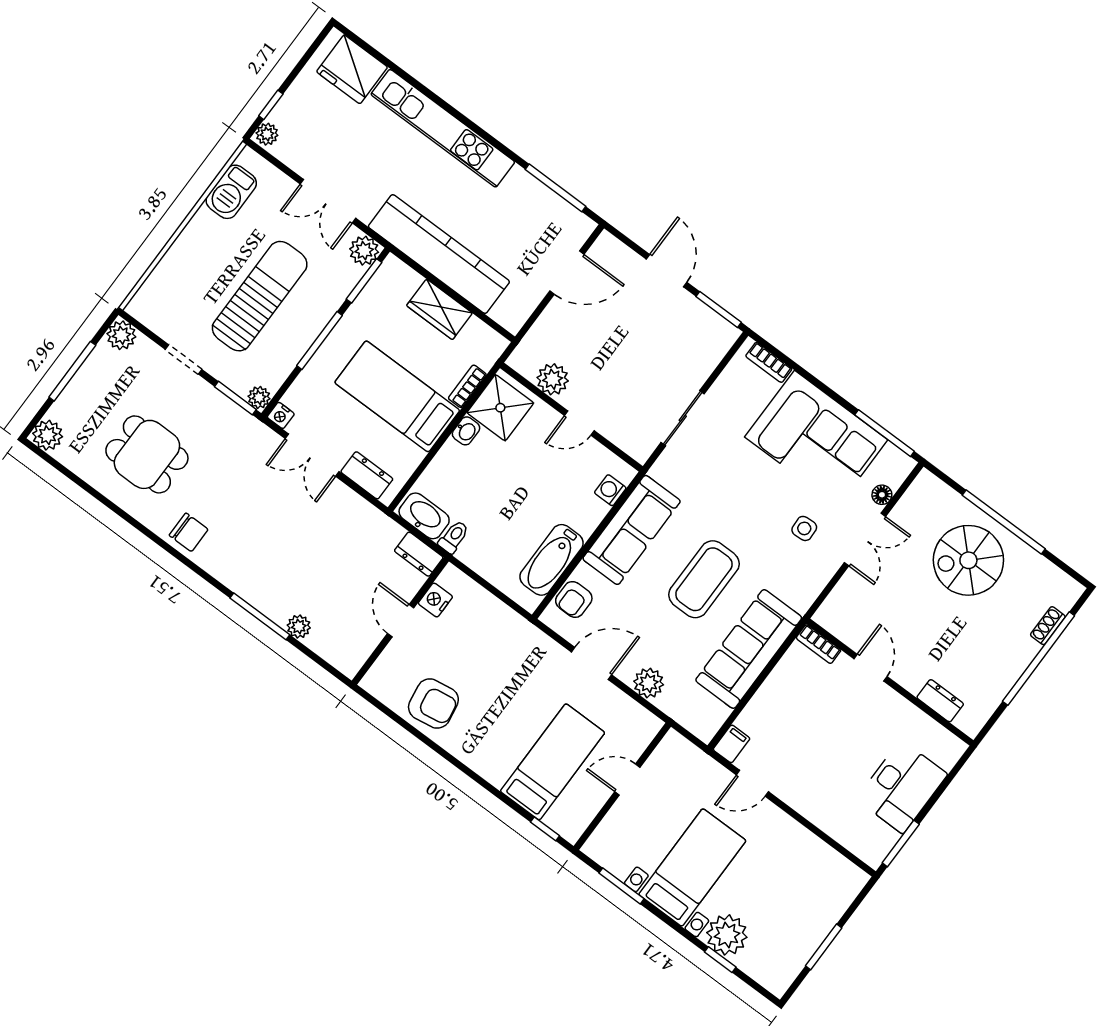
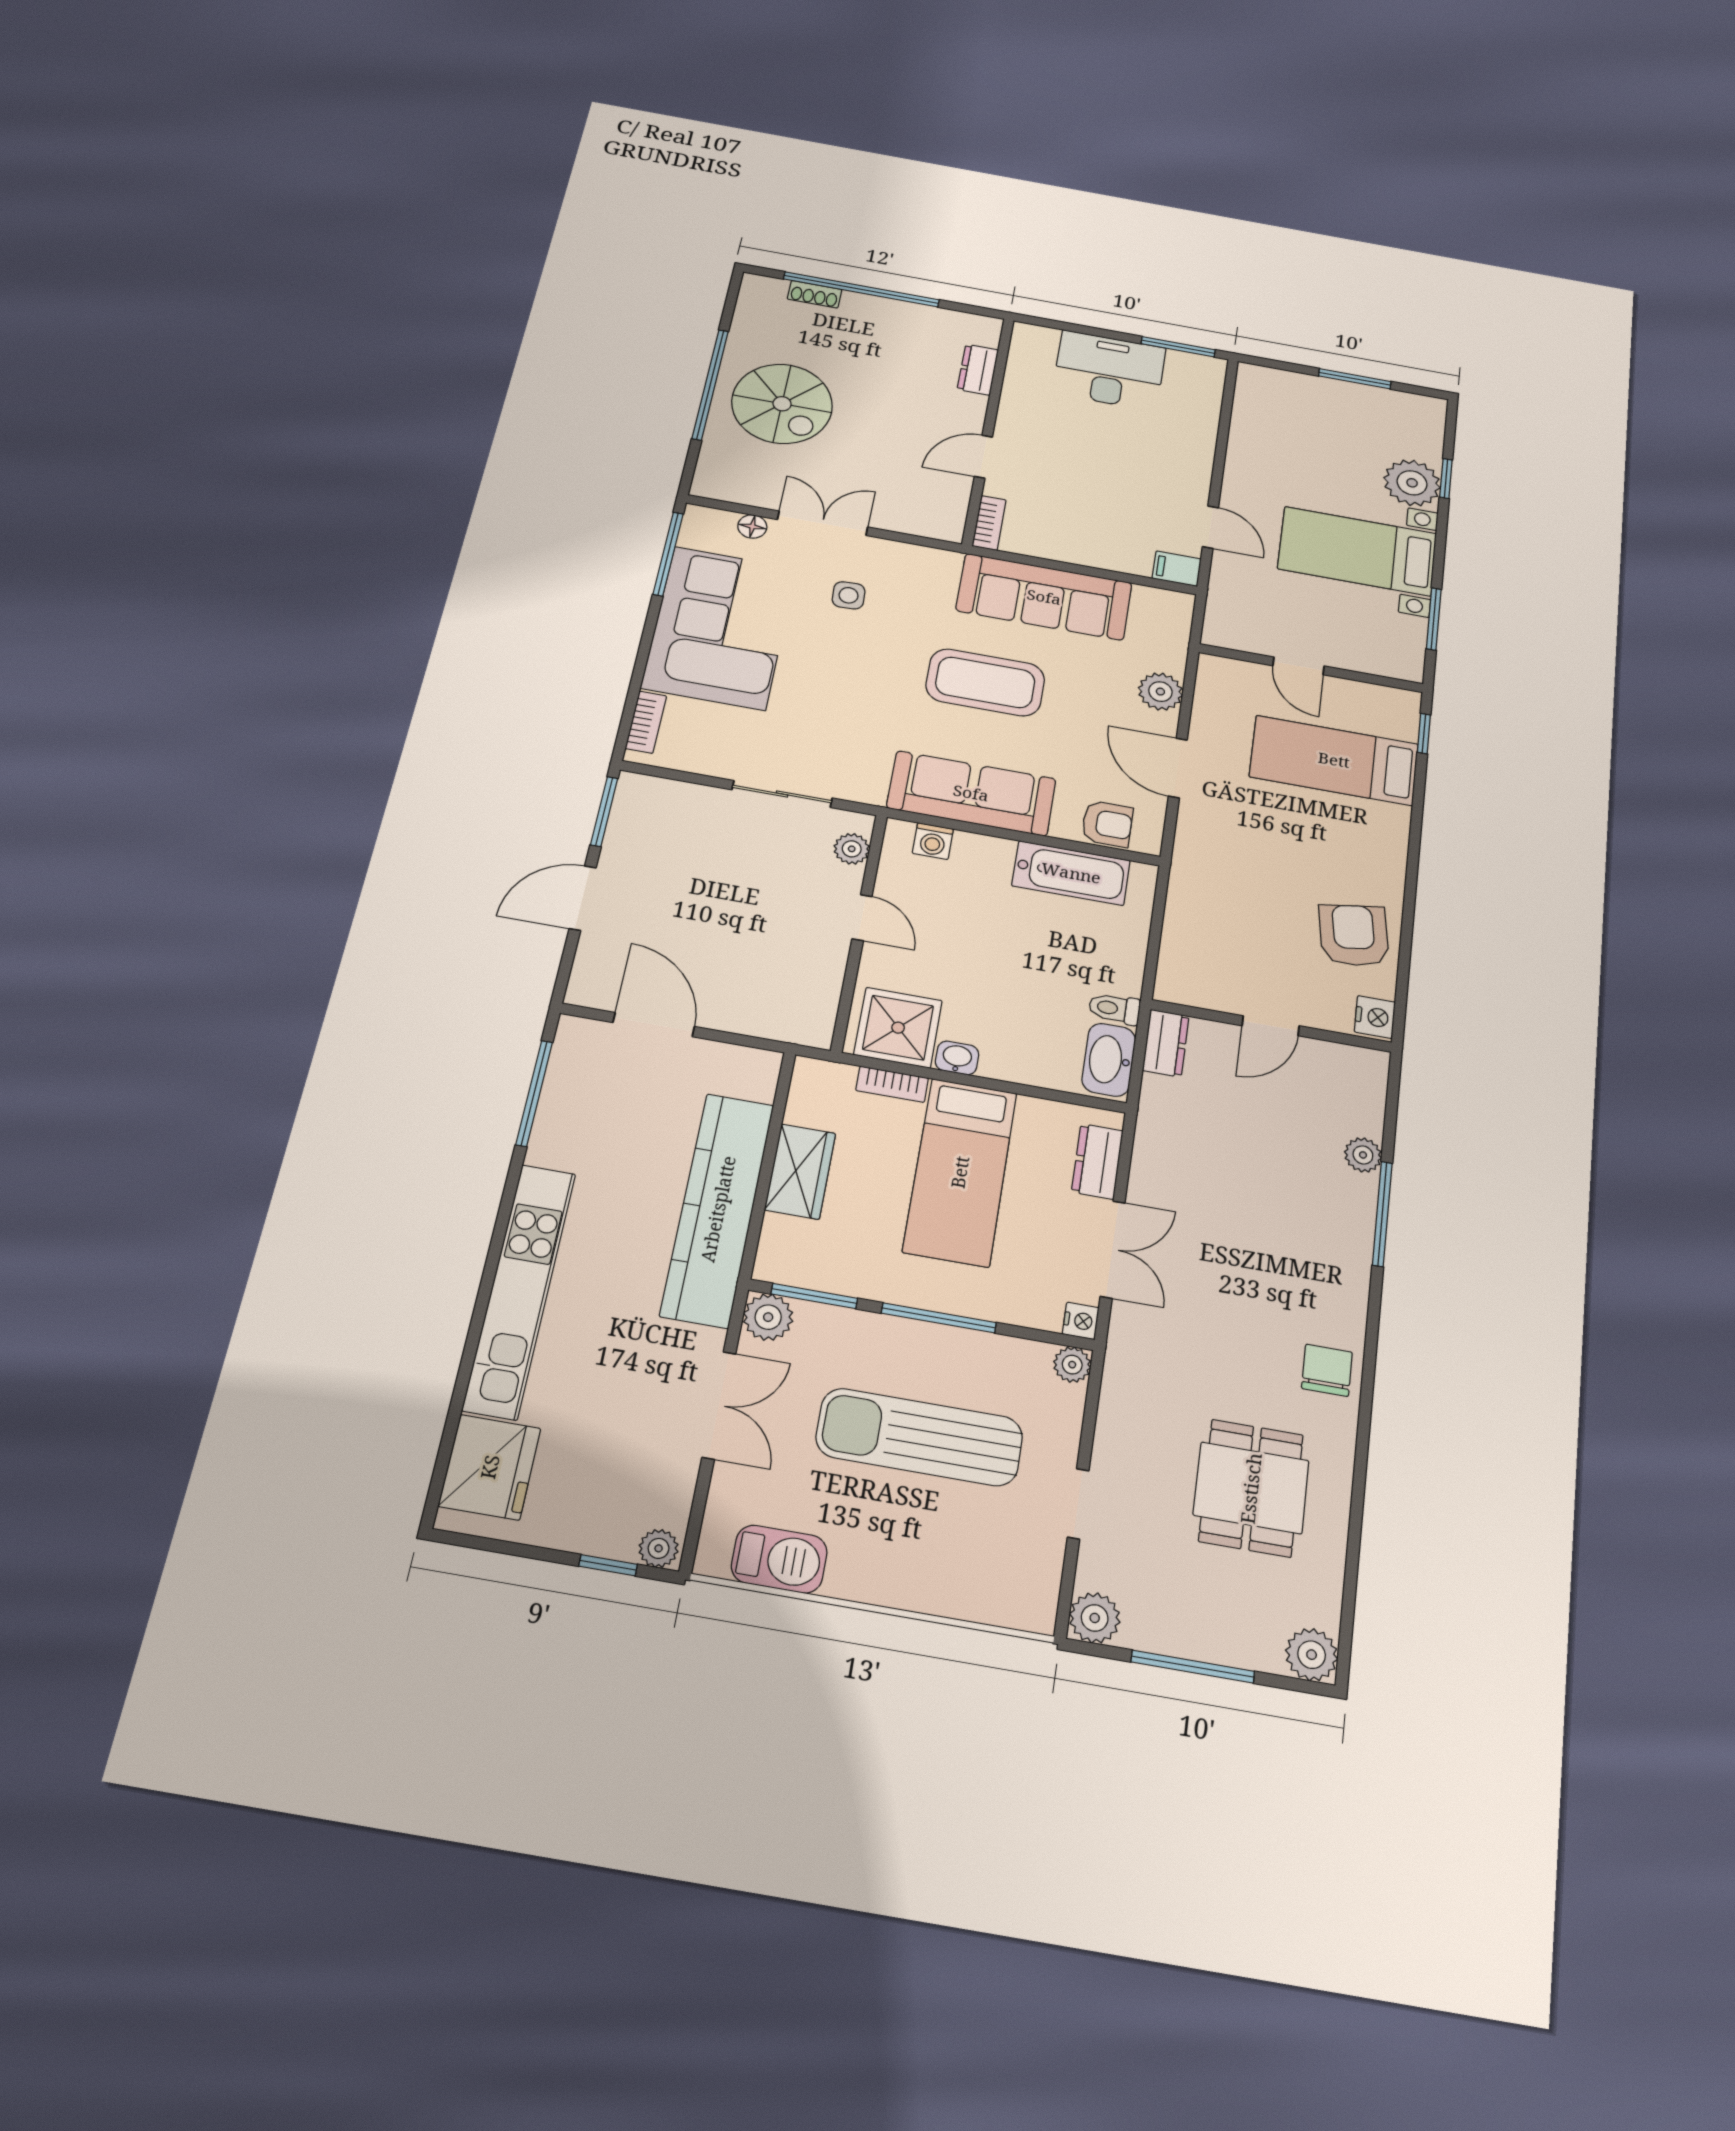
plant: (553, 379) -> (852, 849), moved, width x0.73, depth x0.73
window: (235, 398) -> (1092, 1398), removed
nightstand: (435, 600) -> (1375, 1017), moved, turned -90

